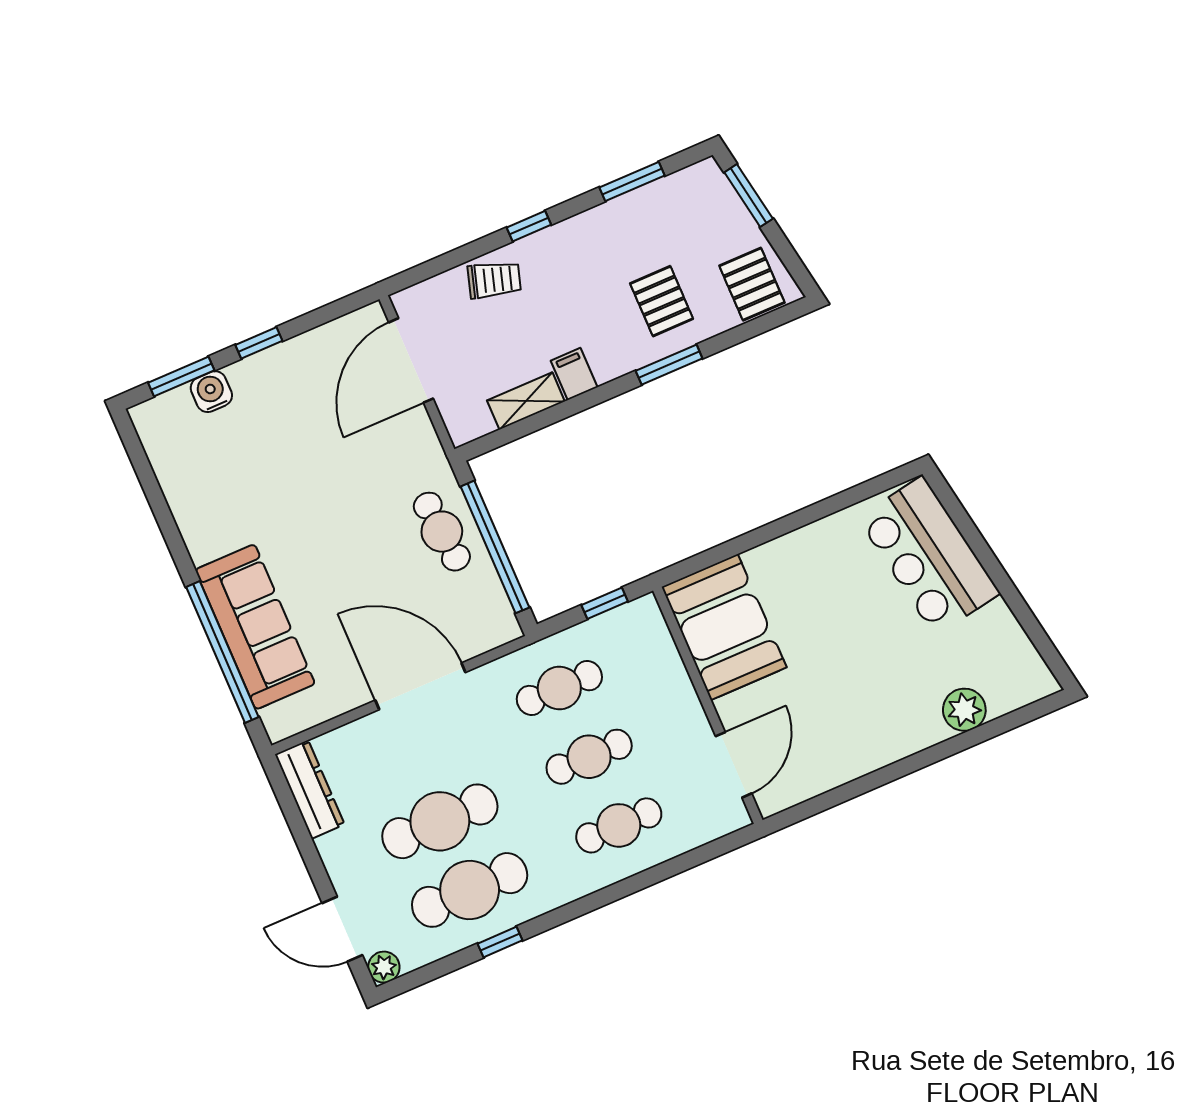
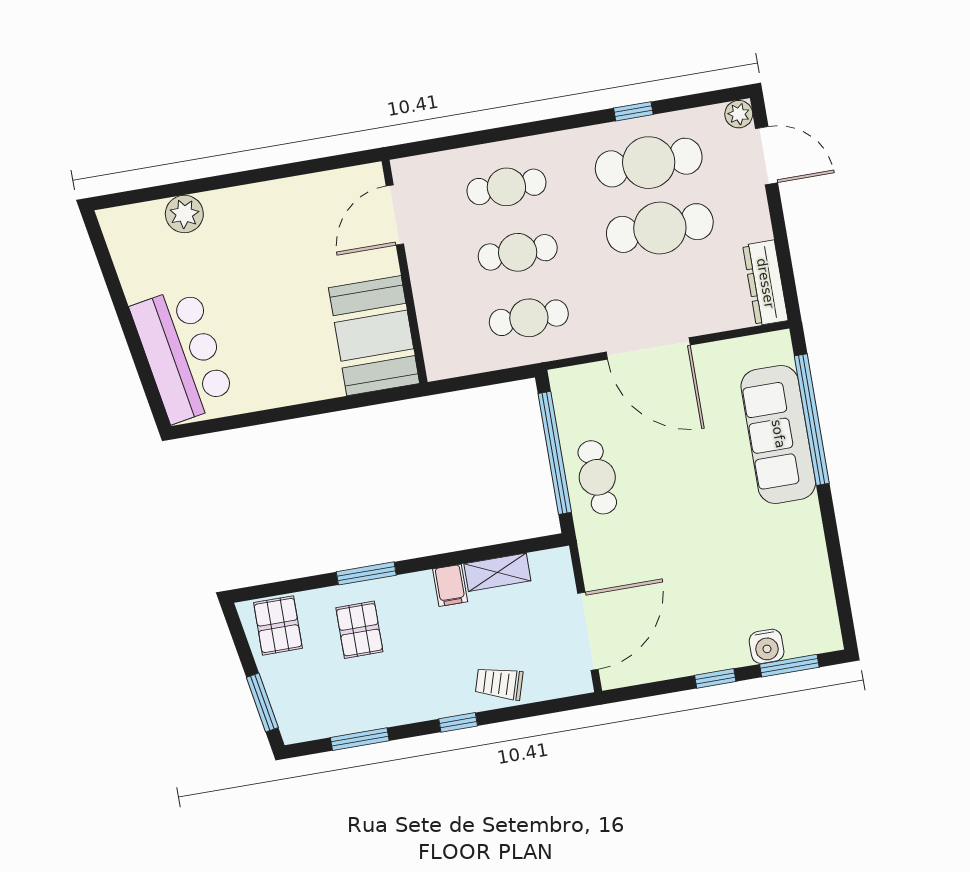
window: (605, 603) -> (472, 381), removed

